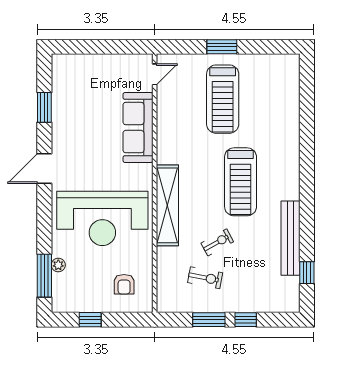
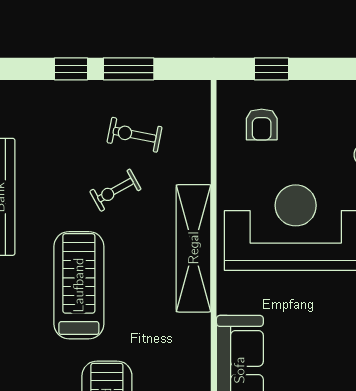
armchair: (124, 284) -> (262, 124), turned 180
window: (90, 320) -> (272, 69), moved

